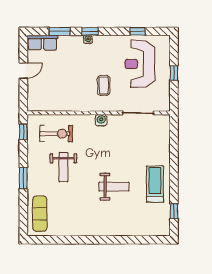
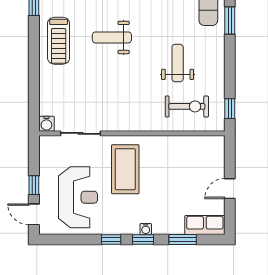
window: (138, 31) -> (111, 239), moved
door: (174, 51) -> (34, 214), added
coffee table: (104, 85) -> (125, 169), width x1.86, depth x1.72
water cooler: (101, 120) -> (46, 124), moved
exercise bike: (56, 134) -> (187, 106), turned 180
window: (23, 178) -> (230, 21), moved

